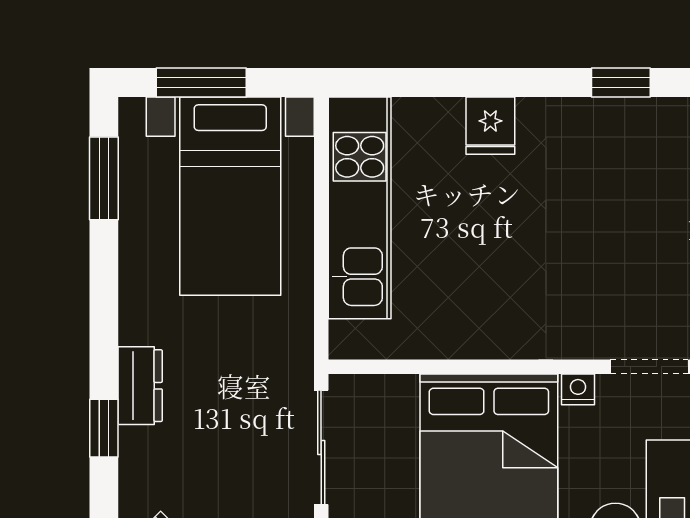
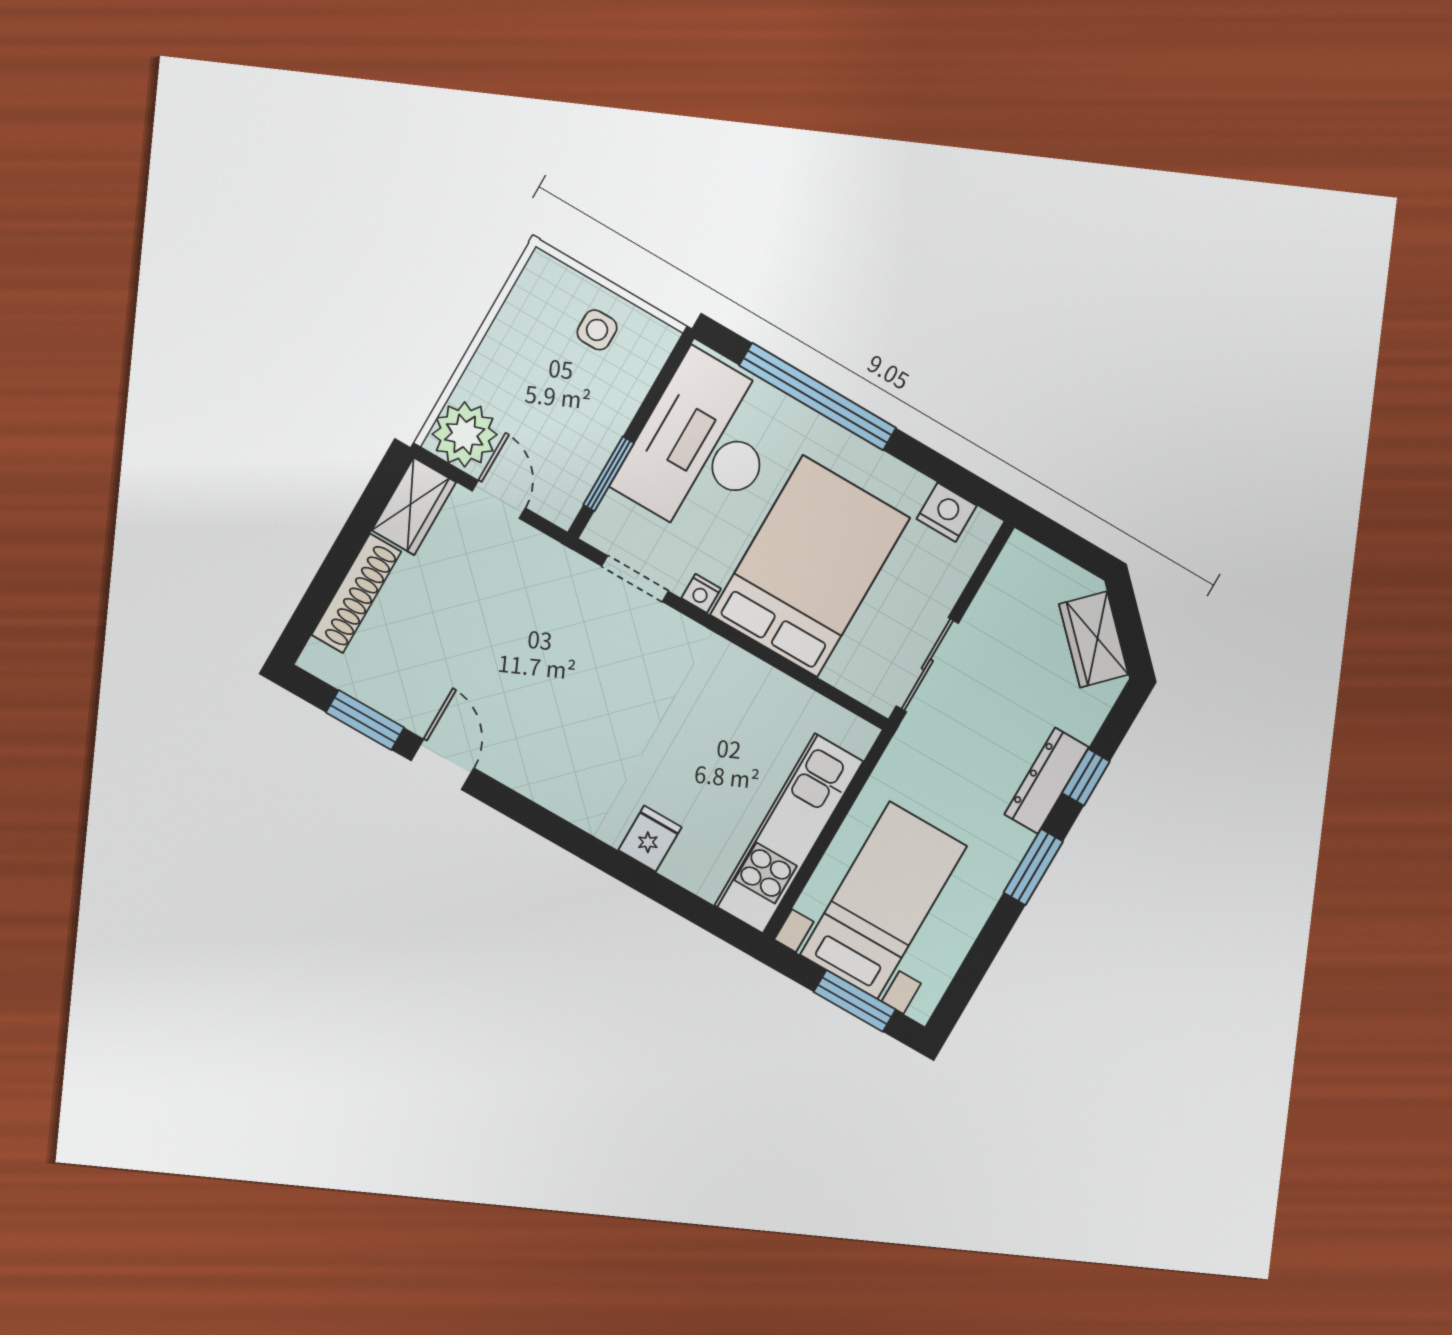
window: (621, 82) -> (528, 814), removed
window: (104, 178) -> (1033, 867), moved
dresser: (140, 386) -> (1047, 781), width x1.44

